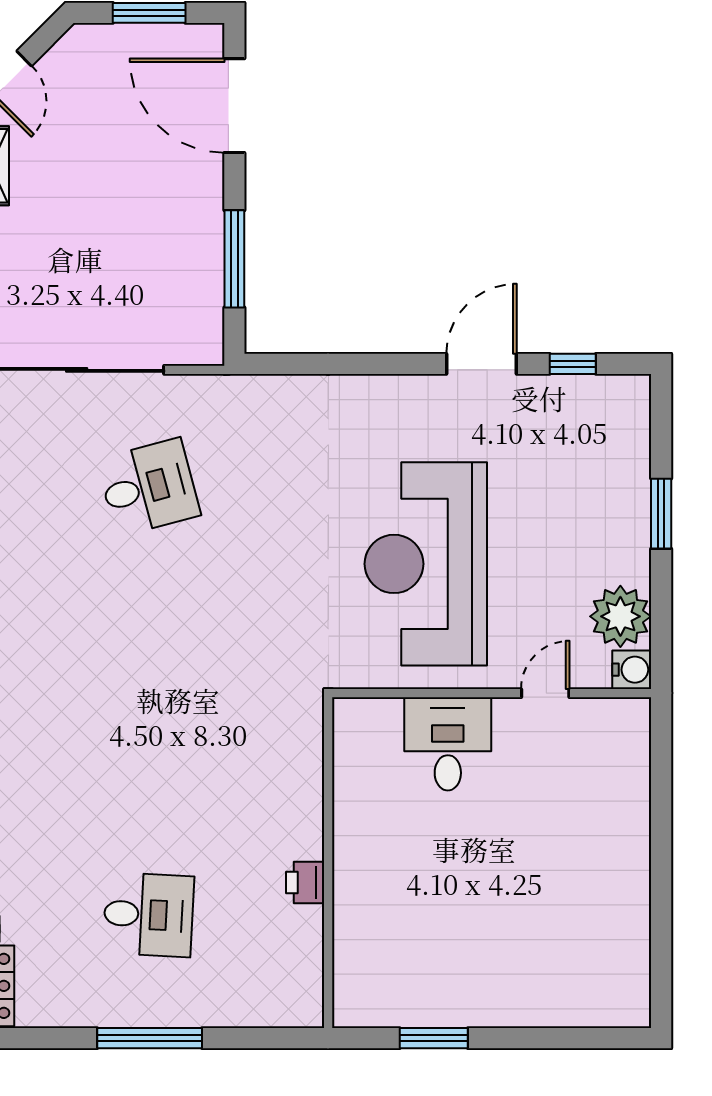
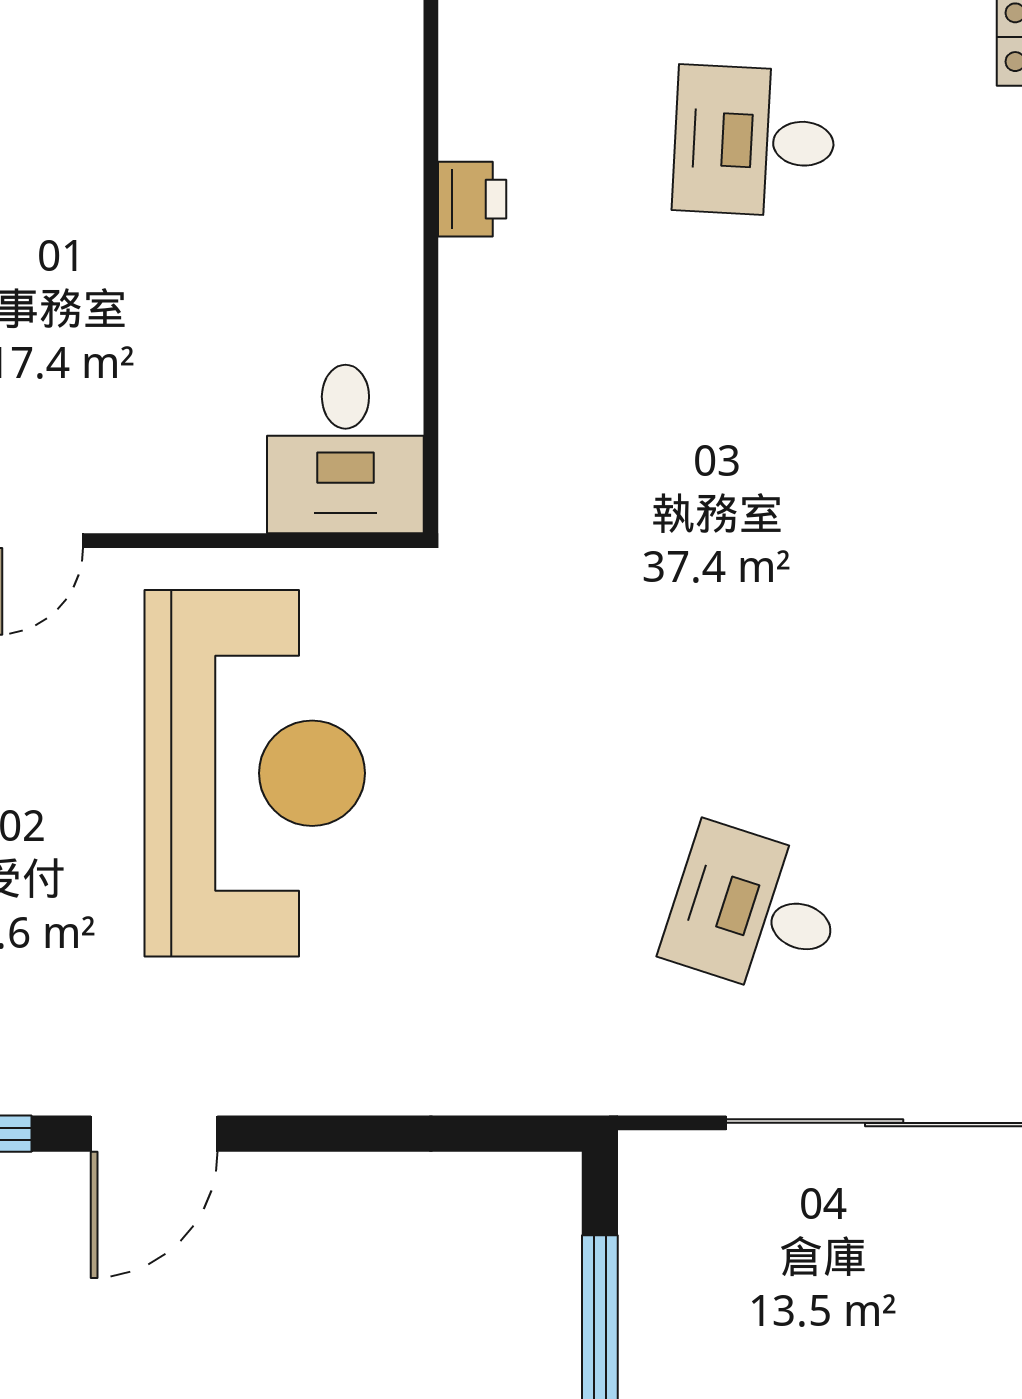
desk: (149, 487) -> (754, 911), turned 33
desk: (448, 744) -> (345, 449), moved

